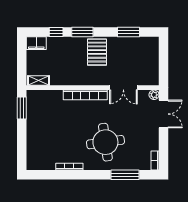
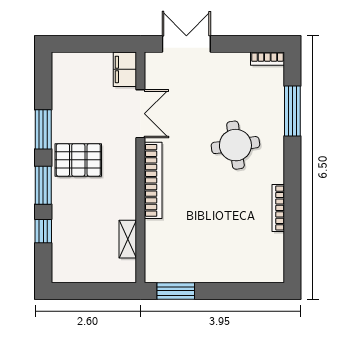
window: (128, 32) -> (43, 129), moved
filing cabinet: (36, 43) -> (125, 69), moved, turned 180
shelving: (39, 80) -> (128, 239), moved
plant: (154, 95) -> (153, 60), removed
round table: (105, 142) -> (235, 145), width x0.73, depth x0.73

